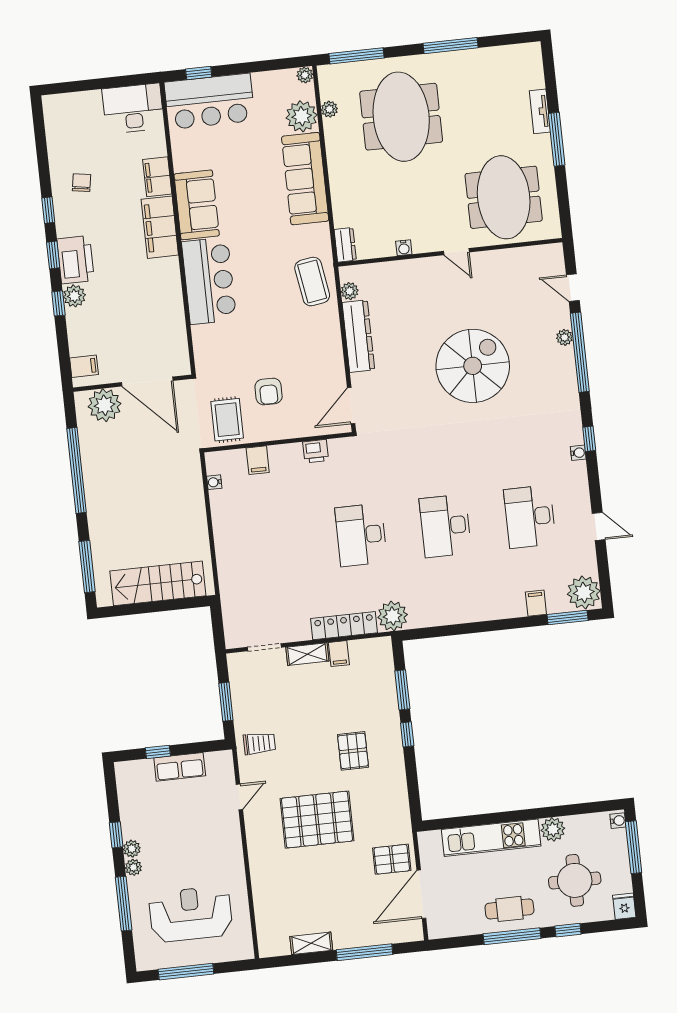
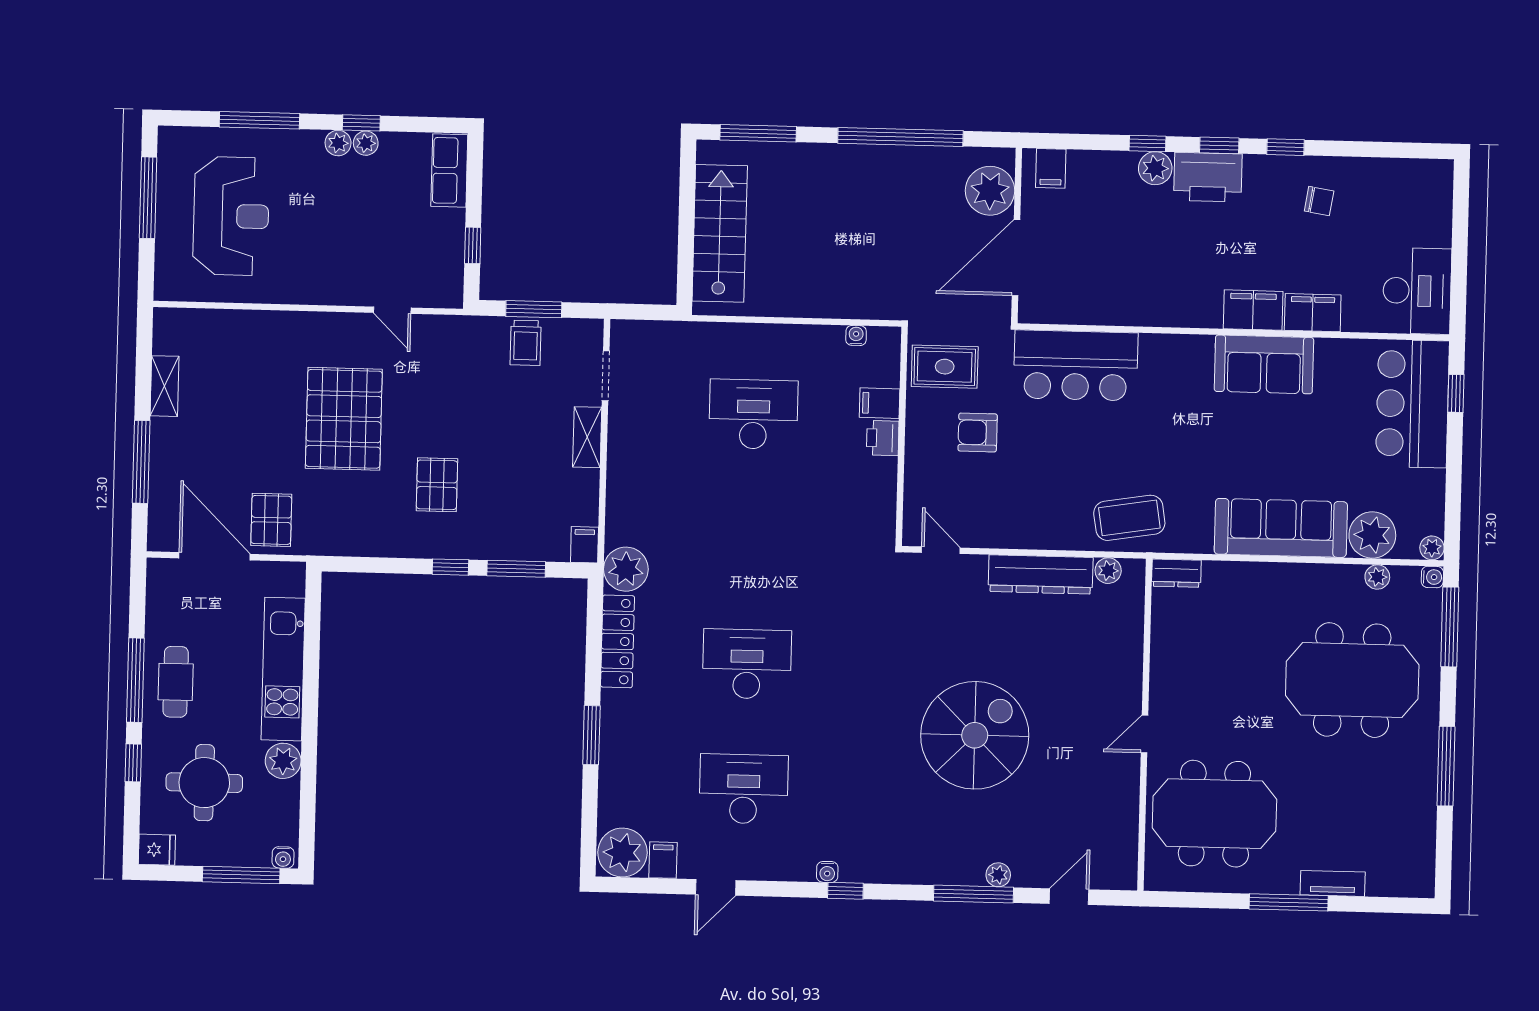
filing cabinet: (160, 227) -> (1253, 310), width x0.67, depth x0.86
water cooler: (404, 248) -> (1432, 577), moved, turned 180
bar counter: (209, 281) -> (1076, 365), moved
window: (580, 352) -> (974, 894), width x0.68
spiral stairs: (473, 366) -> (975, 735), turned -90
door: (351, 406) -> (941, 550), width x0.73
printer: (316, 451) -> (883, 438), moved
desk: (361, 535) -> (753, 414), moved
filing cabinet: (536, 603) -> (663, 860), moved, turned -90
window: (568, 618) -> (591, 735), moved
locker: (344, 626) -> (618, 641), moved
filing cabinet: (339, 654) -> (584, 545), moved, turned 90
trolley: (259, 743) -> (526, 343), moved
pallet: (353, 751) -> (437, 485), turned 90
window: (158, 752) -> (473, 245), moved
row of seats: (180, 767) -> (449, 171), moved
plant: (133, 867) -> (366, 143), moved

